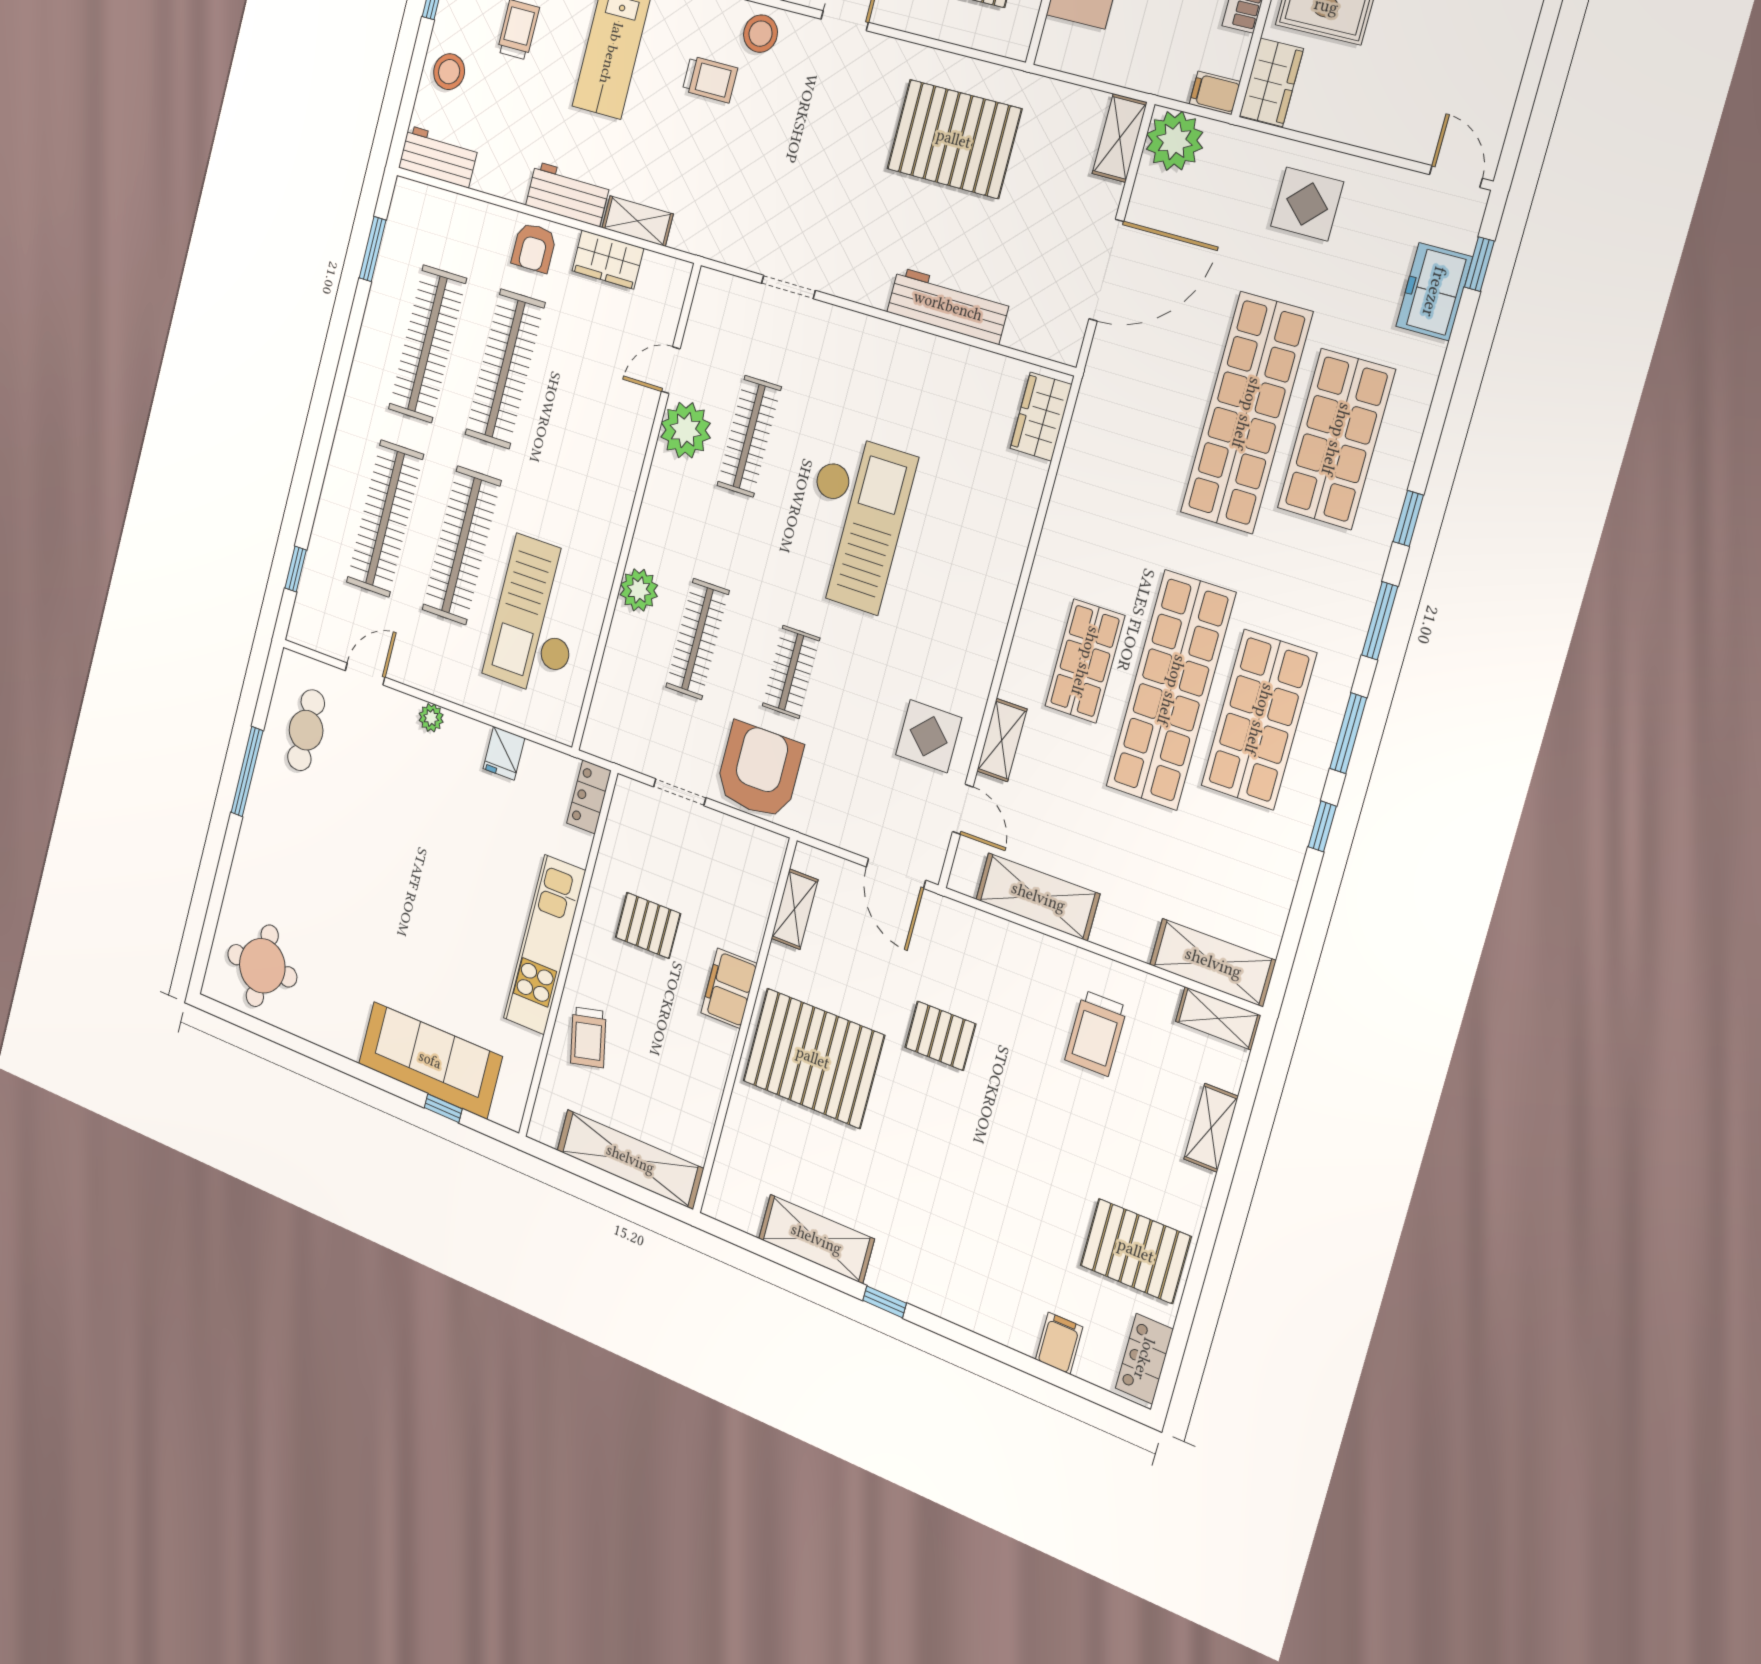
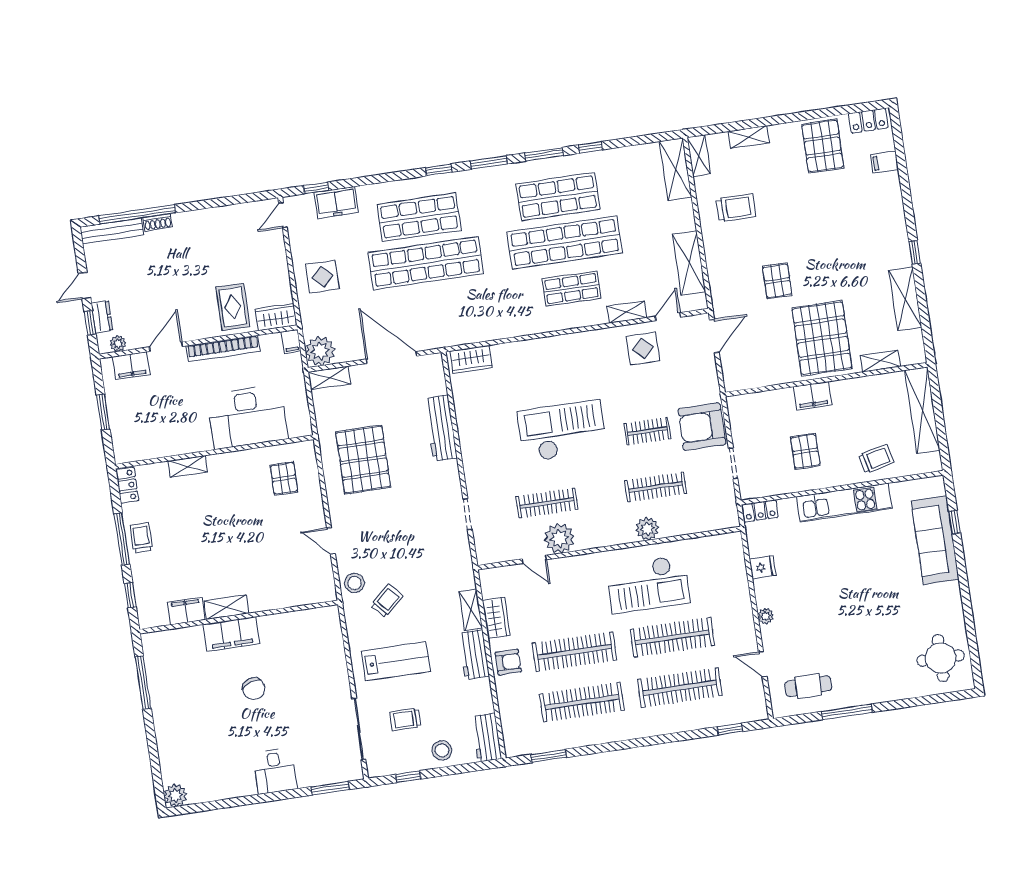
trolley: (710, 79) -> (387, 601), turned 48
checkout: (537, 617) -> (648, 584), moved
shelving: (795, 909) -> (880, 361), moved

